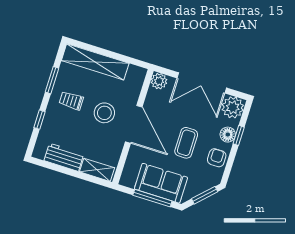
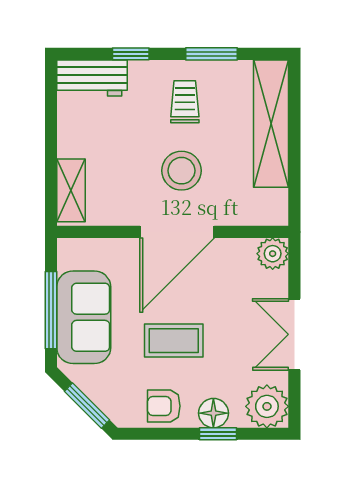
double door: (202, 83) -> (294, 334), width x0.73
workbench: (64, 157) -> (92, 78), moved, turned 90
armchair: (217, 158) -> (164, 406), turned 180

